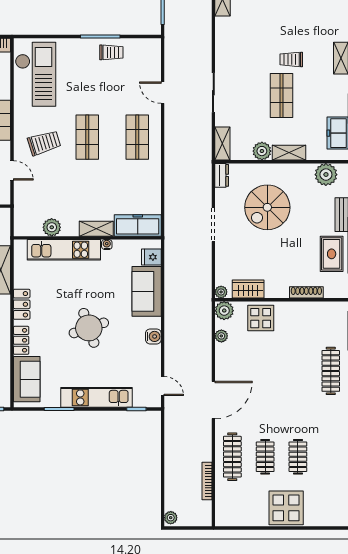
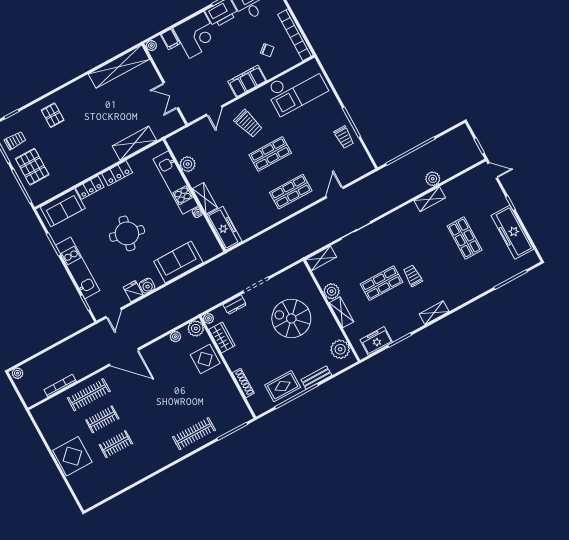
dresser: (222, 175) -> (235, 305), moved
fridge: (151, 257) -> (133, 291), moved
round table: (89, 328) -> (127, 233), turned 33

